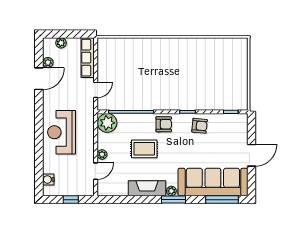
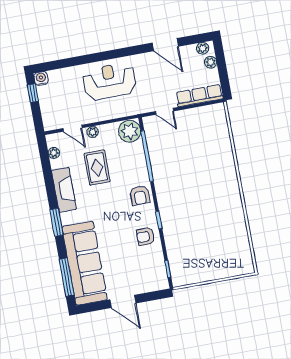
plant: (48, 63) -> (203, 48), moved
armchair: (200, 126) -> (146, 236), turned 84
rug: (144, 149) -> (97, 168), moved
water cooler: (48, 179) -> (41, 78), moved
plant: (171, 191) -> (54, 153), moved
window: (71, 200) -> (33, 93), moved

